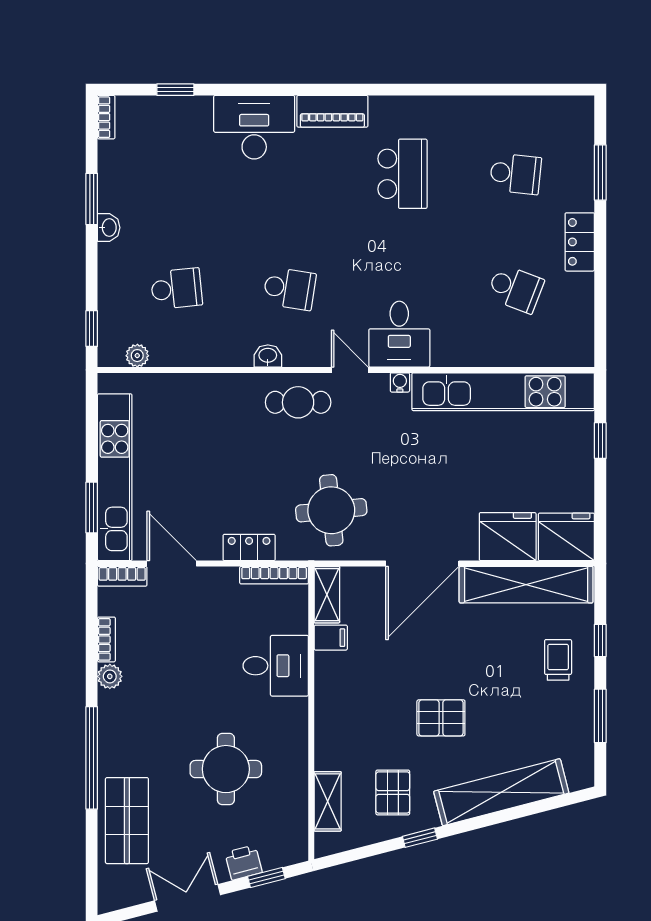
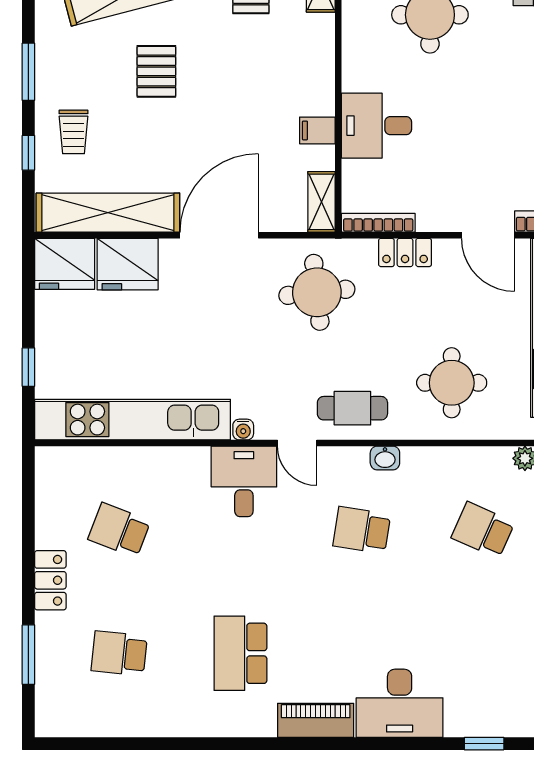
school desk: (176, 289) -> (483, 530), turned 30
round table: (206, 426) -> (452, 383), added
filing cabinet: (331, 638) -> (317, 130), moved
pallet: (441, 718) -> (156, 71), moved, turned 90

